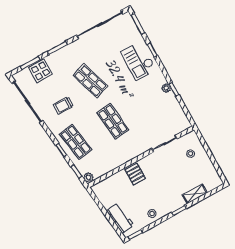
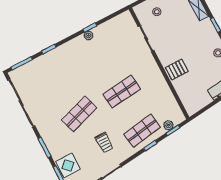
checkout: (138, 61) -> (60, 64), removed
plant: (88, 177) -> (168, 125), moved

